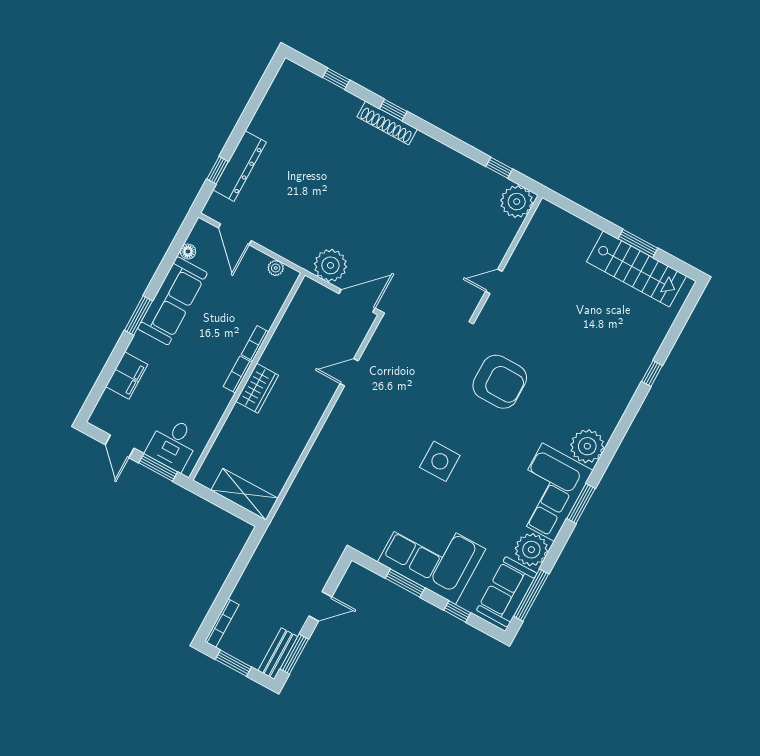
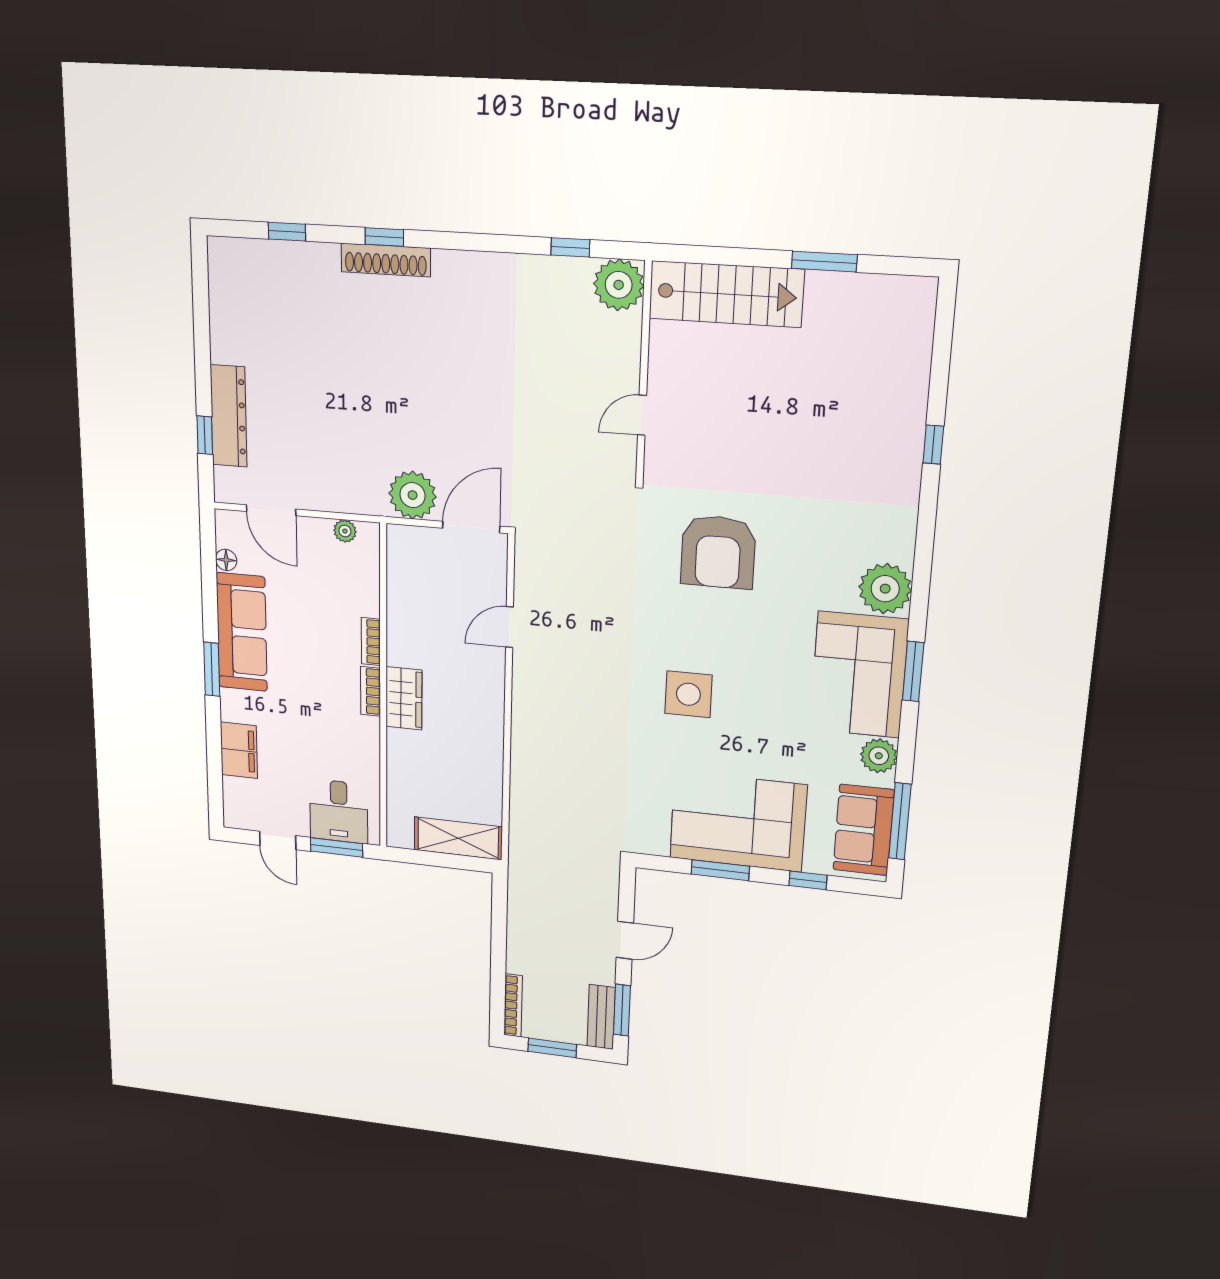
stairs: (636, 269) -> (726, 294), moved
armchair: (500, 382) -> (718, 552), turned 90
plant: (531, 550) -> (879, 756), width x0.73, depth x0.73

